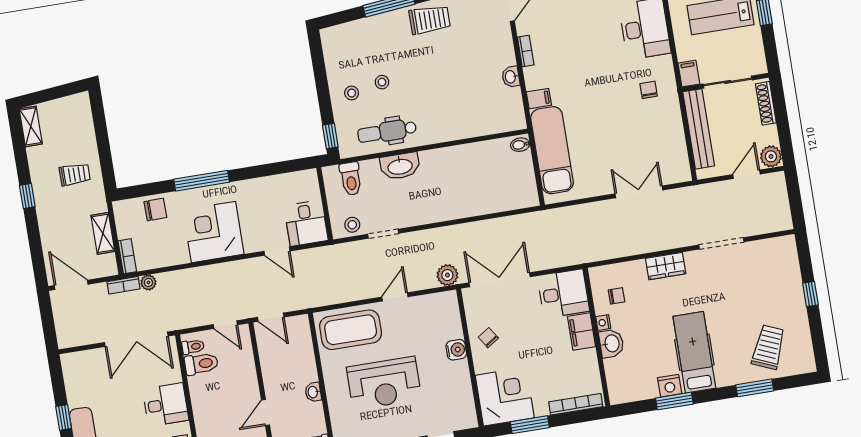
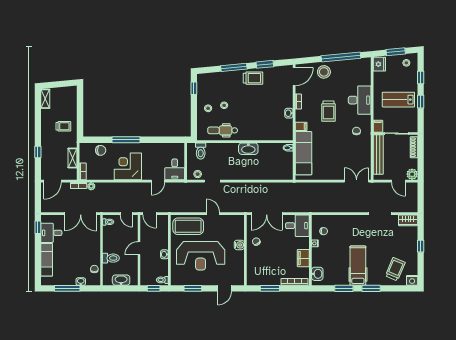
trolley: (588, 60) -> (328, 111), added
window: (330, 136) -> (194, 88), moved
washbasin: (400, 166) -> (248, 149), moved
door: (747, 174) -> (398, 181), swing flipped
double door: (639, 192) -> (357, 181), moved
window: (27, 196) -> (38, 152), moved
door: (277, 251) -> (158, 181), hinge flipped
wardrobe: (666, 266) -> (408, 220), moved
plant: (447, 275) -> (241, 207), removed
double door: (500, 280) -> (267, 214), swing flipped
door: (71, 285) -> (52, 181), swing flipped
door: (395, 297) -> (213, 214), hinge flipped
filing cabinet: (581, 332) -> (303, 258), moved
washbasin: (611, 343) -> (317, 274), moved
toilet: (201, 364) -> (111, 258), moved
reception desk: (384, 383) -> (201, 256), width x1.36, depth x1.30
nightstand: (670, 386) -> (412, 280), moved
window: (755, 388) -> (371, 288), moved
corner desk: (505, 397) -> (260, 272), removed
desk: (166, 405) -> (51, 233), moved, turned 180
door: (265, 412) -> (139, 248), moved
window: (64, 417) -> (38, 227), moved

